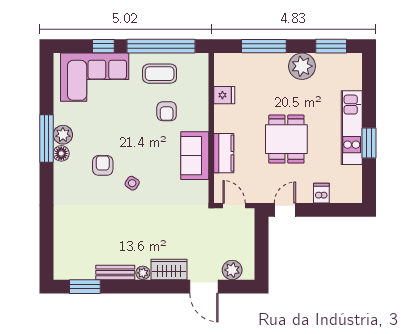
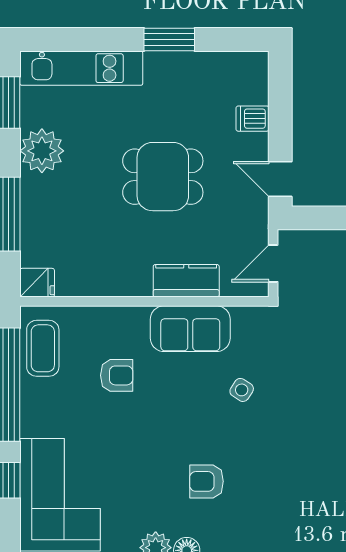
coffee table: (160, 74) -> (43, 348), moved
fridge: (224, 95) -> (37, 283), moved, turned 90
kitchen unit: (352, 128) -> (81, 68), moved
side table: (132, 183) -> (242, 390), moved

